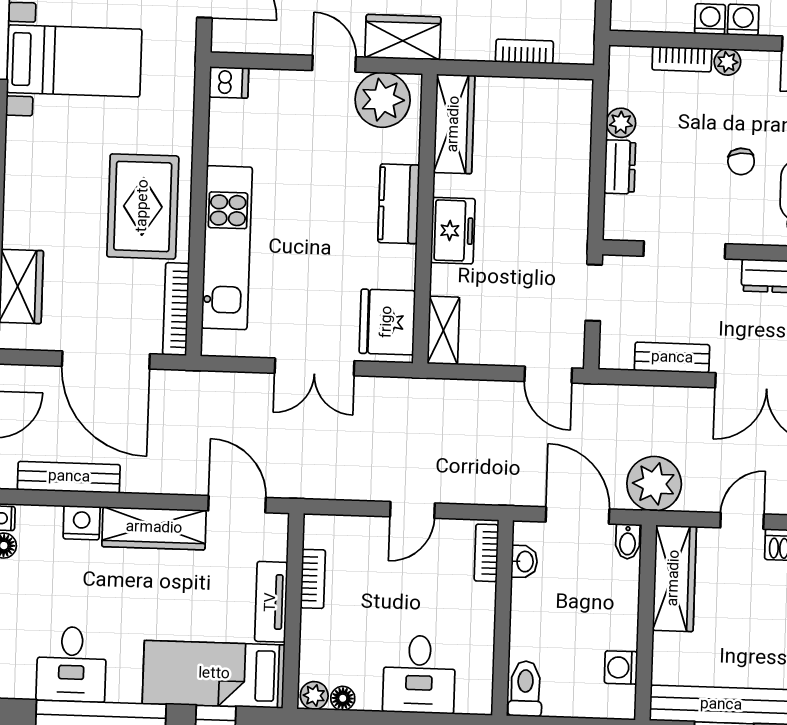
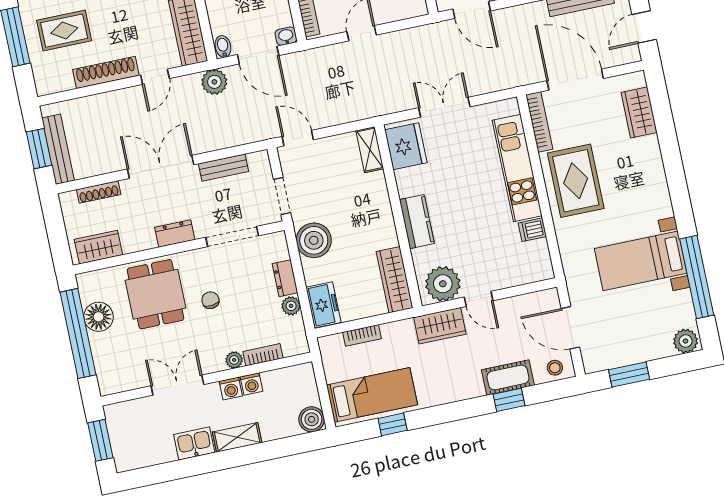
dishwasher: (229, 83) -> (532, 230), moved
boiler: (562, 214) -> (314, 240), added
freezer: (453, 231) -> (323, 305), moved, turned 180
plant: (654, 484) -> (214, 82), width x0.73, depth x0.73
washbasin: (524, 562) -> (286, 36), moved, turned 90

